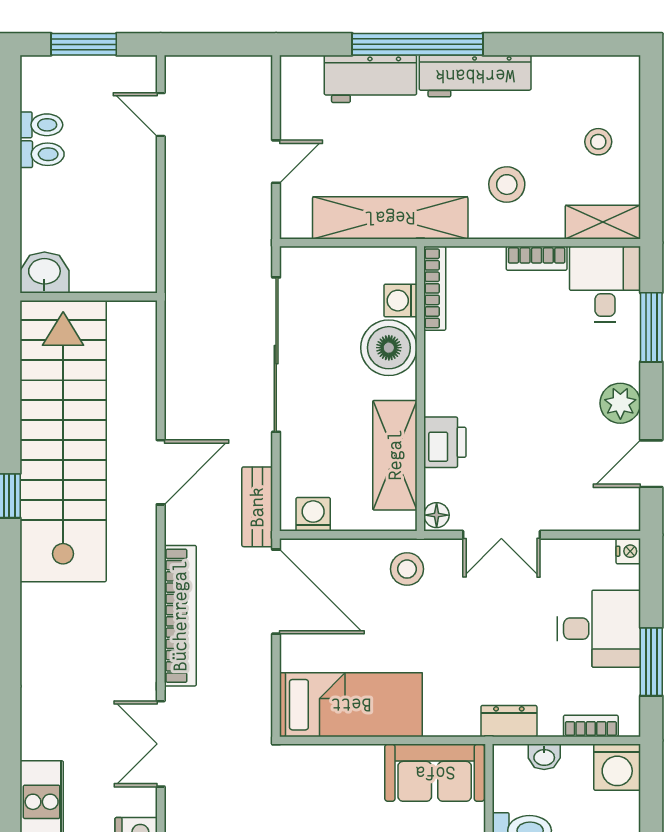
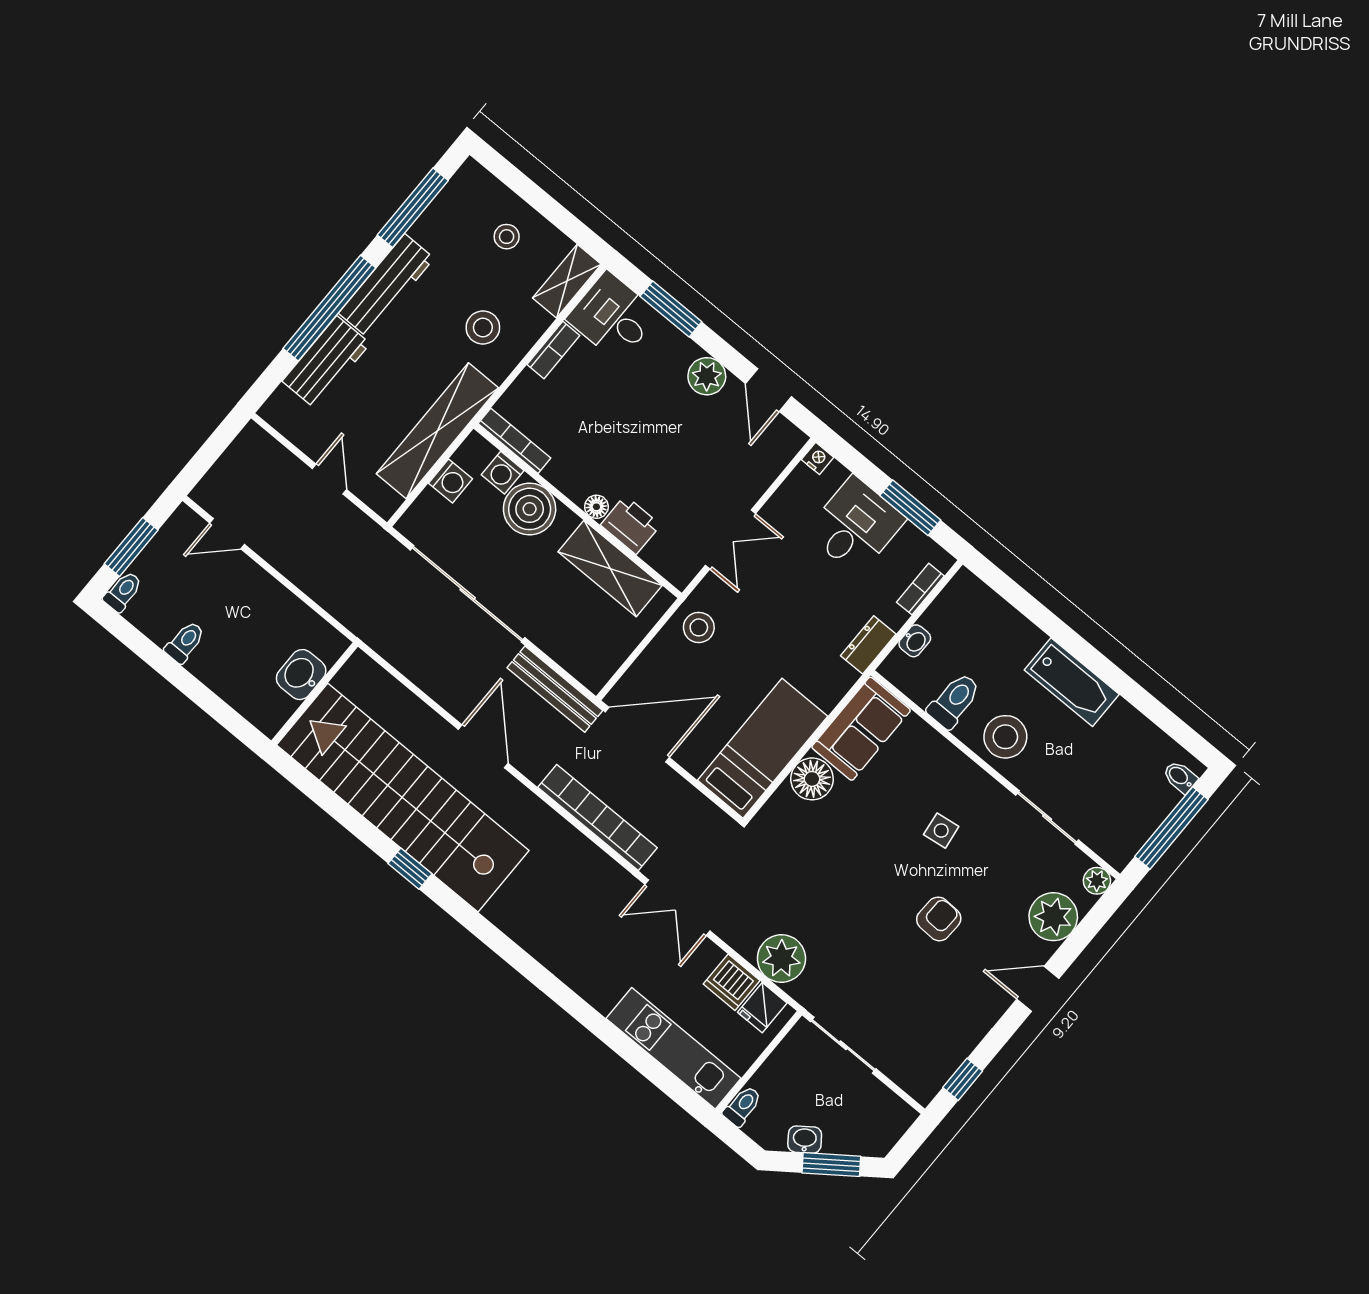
window: (558, 44) -> (413, 208), added
toilet: (41, 125) -> (123, 592), moved
washbasin: (44, 272) -> (301, 675), moved
bench: (257, 507) -> (555, 689), width x1.36
washing machine: (313, 514) -> (451, 481), moved, turned 180
floor lamp: (437, 515) -> (596, 507), moved
floor lamp: (359, 767) -> (812, 779), added
washing machine: (617, 767) -> (966, 595), removed

